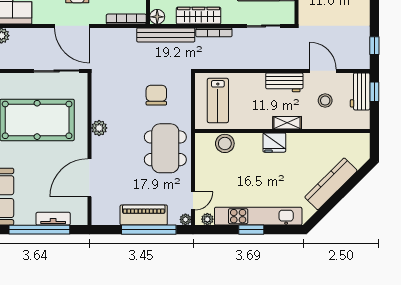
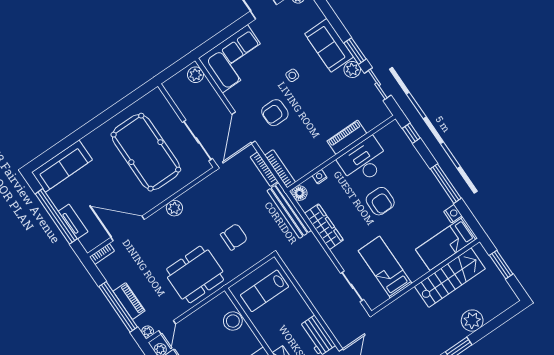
bookcase: (214, 32) -> (264, 169), moved
door: (193, 201) -> (167, 327), hinge flipped
bookcase: (96, 213) -> (102, 254), added
piano: (144, 215) -> (129, 301), width x0.73, depth x0.75

